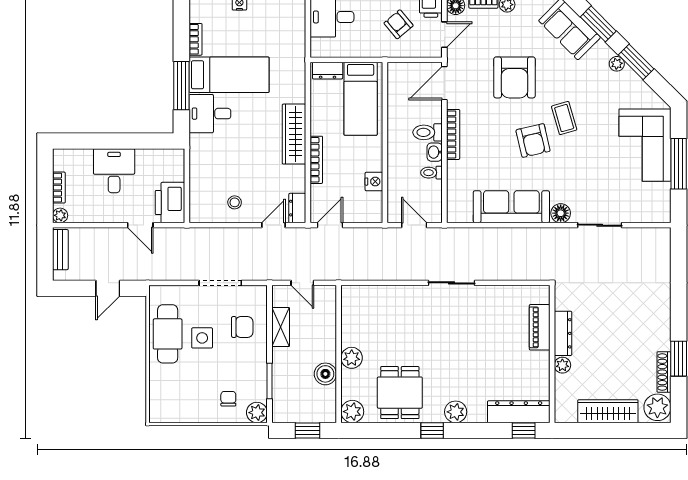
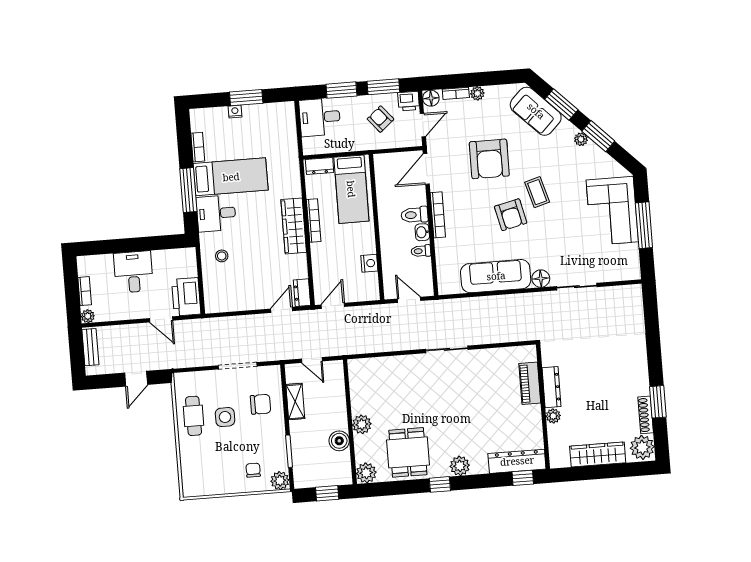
bookcase: (316, 160) -> (314, 220), moved
stool: (235, 202) -> (222, 256), moved
cafe table: (168, 334) -> (194, 416), width x0.73, depth x0.74

